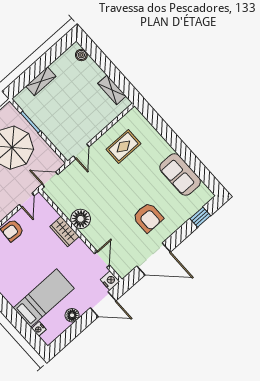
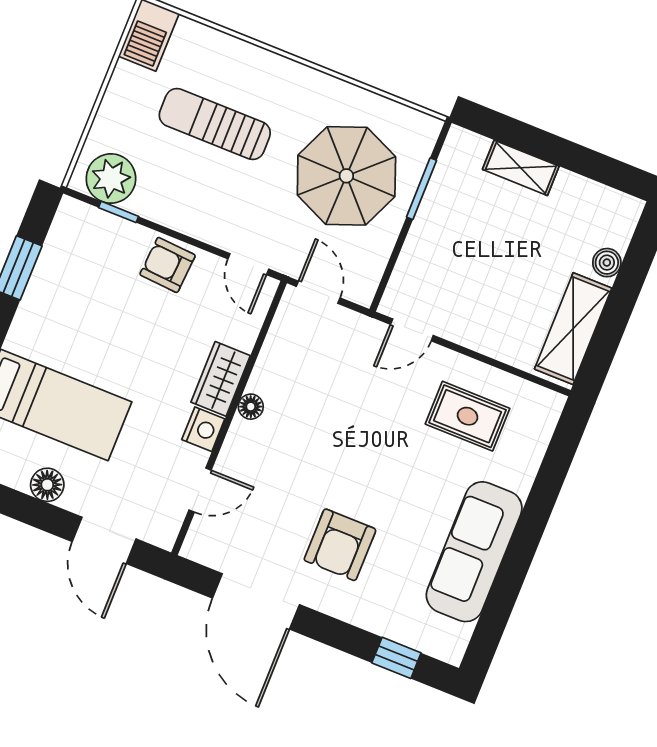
boiler: (81, 55) -> (607, 263), moved
shelving: (112, 90) -> (573, 329), width x1.50, depth x1.33
sofa: (180, 174) -> (474, 552), width x1.36
door: (27, 200) -> (248, 264), hinge flipped
floor lamp: (81, 219) -> (251, 407), width x0.53, depth x0.53
nightstand: (110, 281) -> (203, 429), moved

